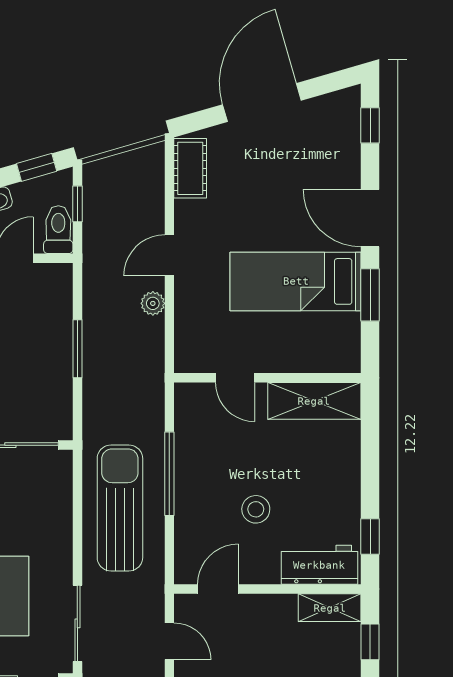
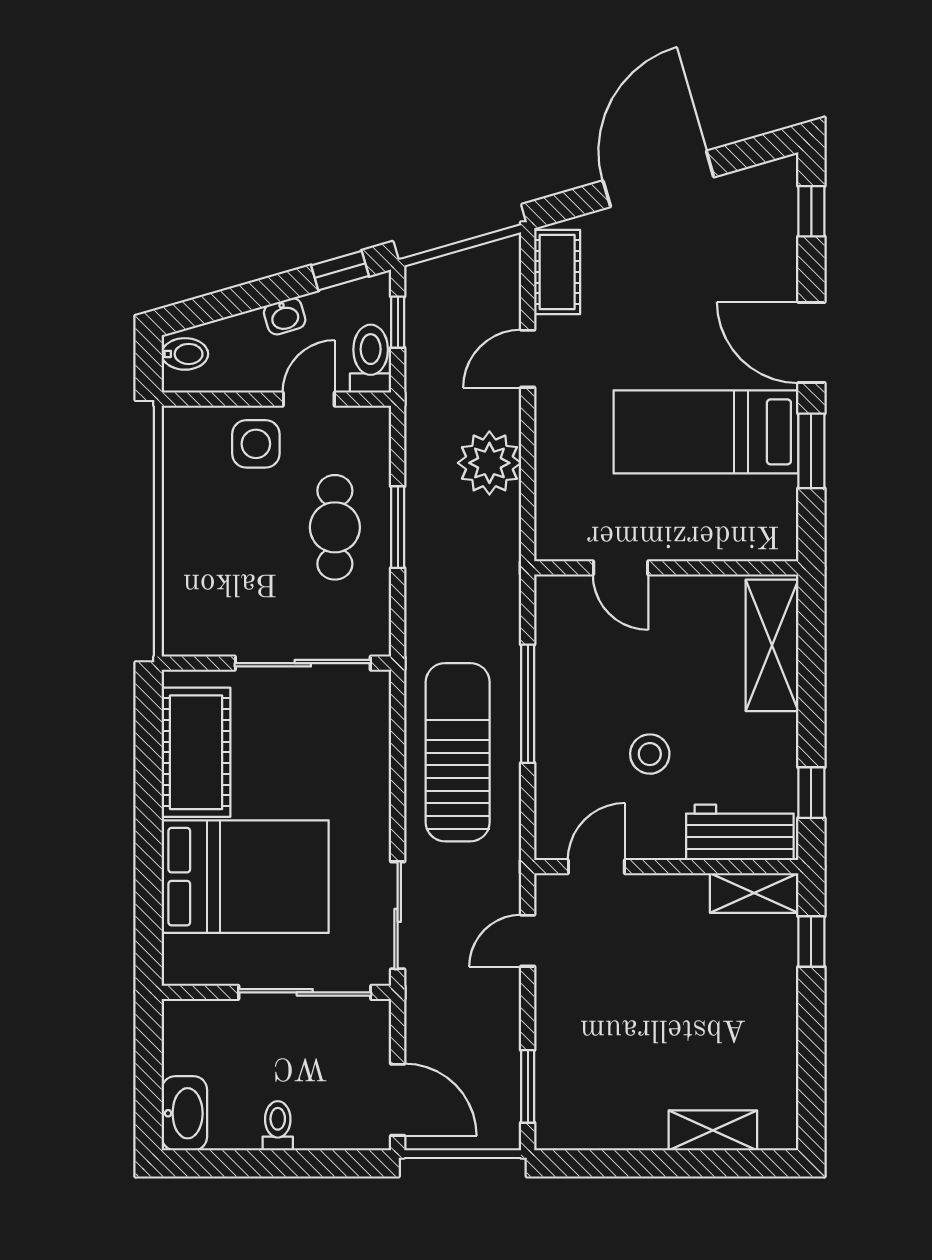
door: (169, 255) -> (528, 359), moved
plant: (153, 303) -> (489, 463), width x1.88, depth x1.88
cafe table: (33, 349) -> (335, 527), added
shelving: (314, 401) -> (772, 645), moved, turned 90
door: (169, 641) -> (528, 941), swing flipped

